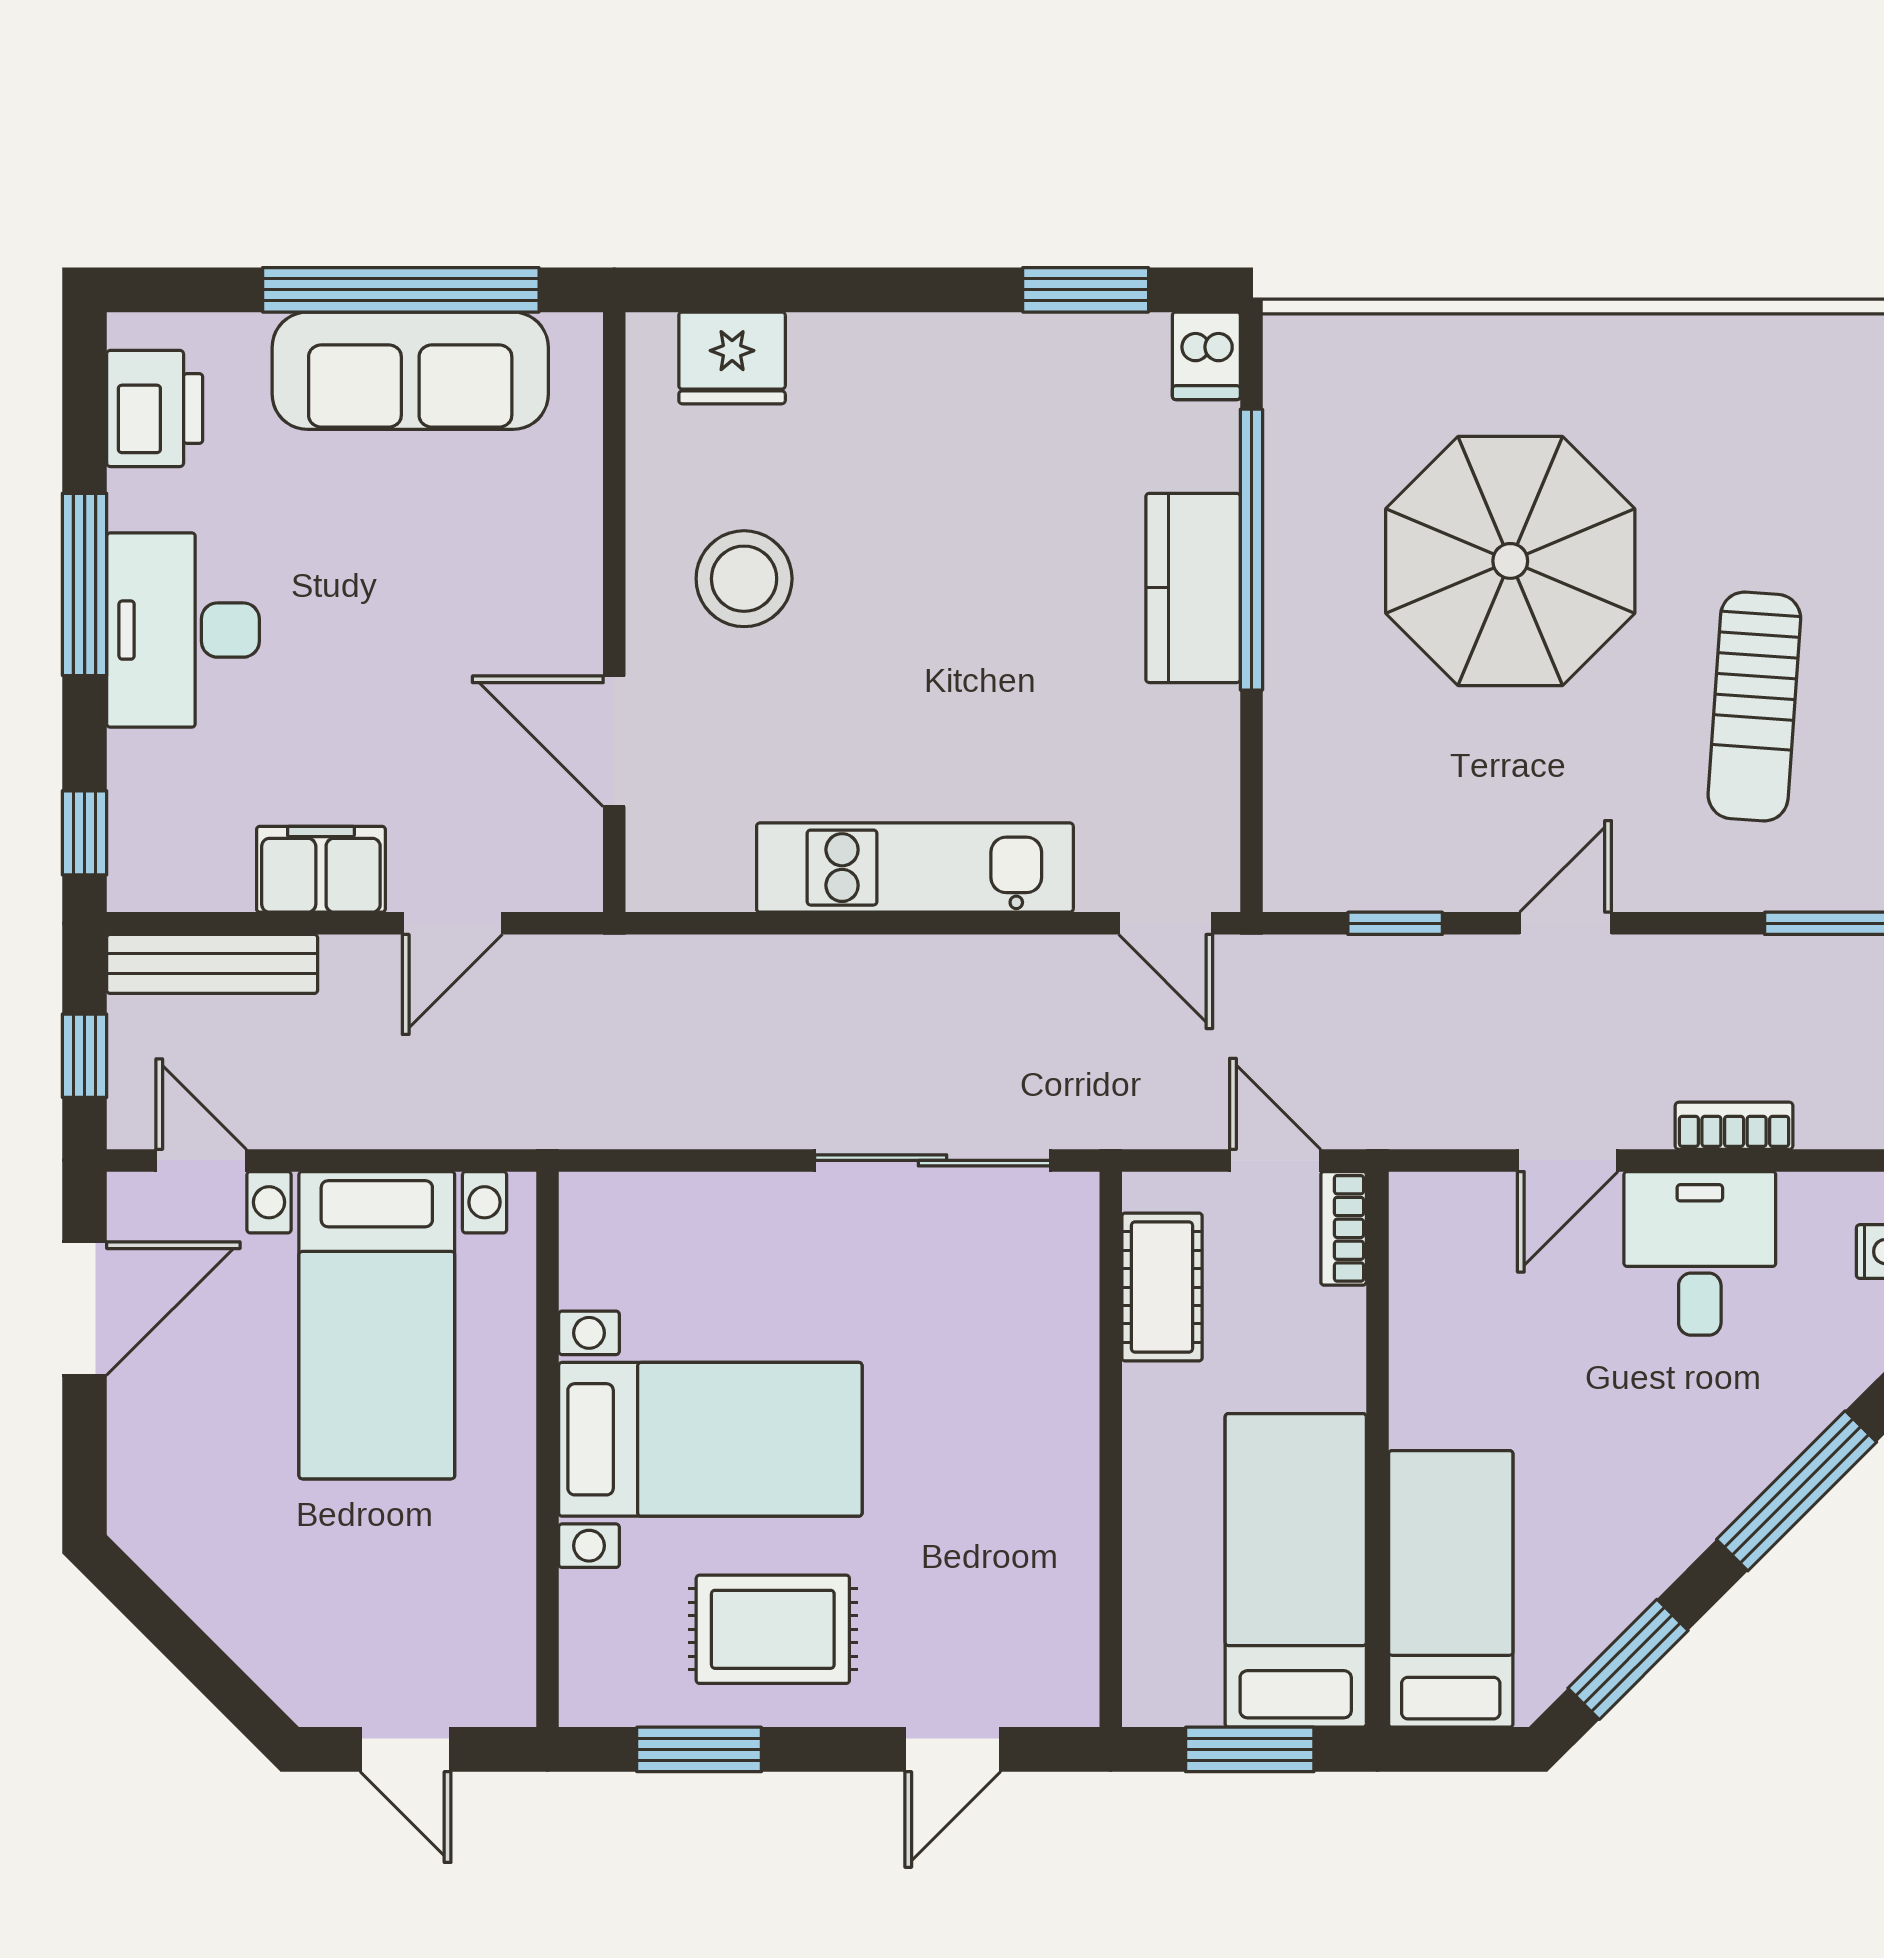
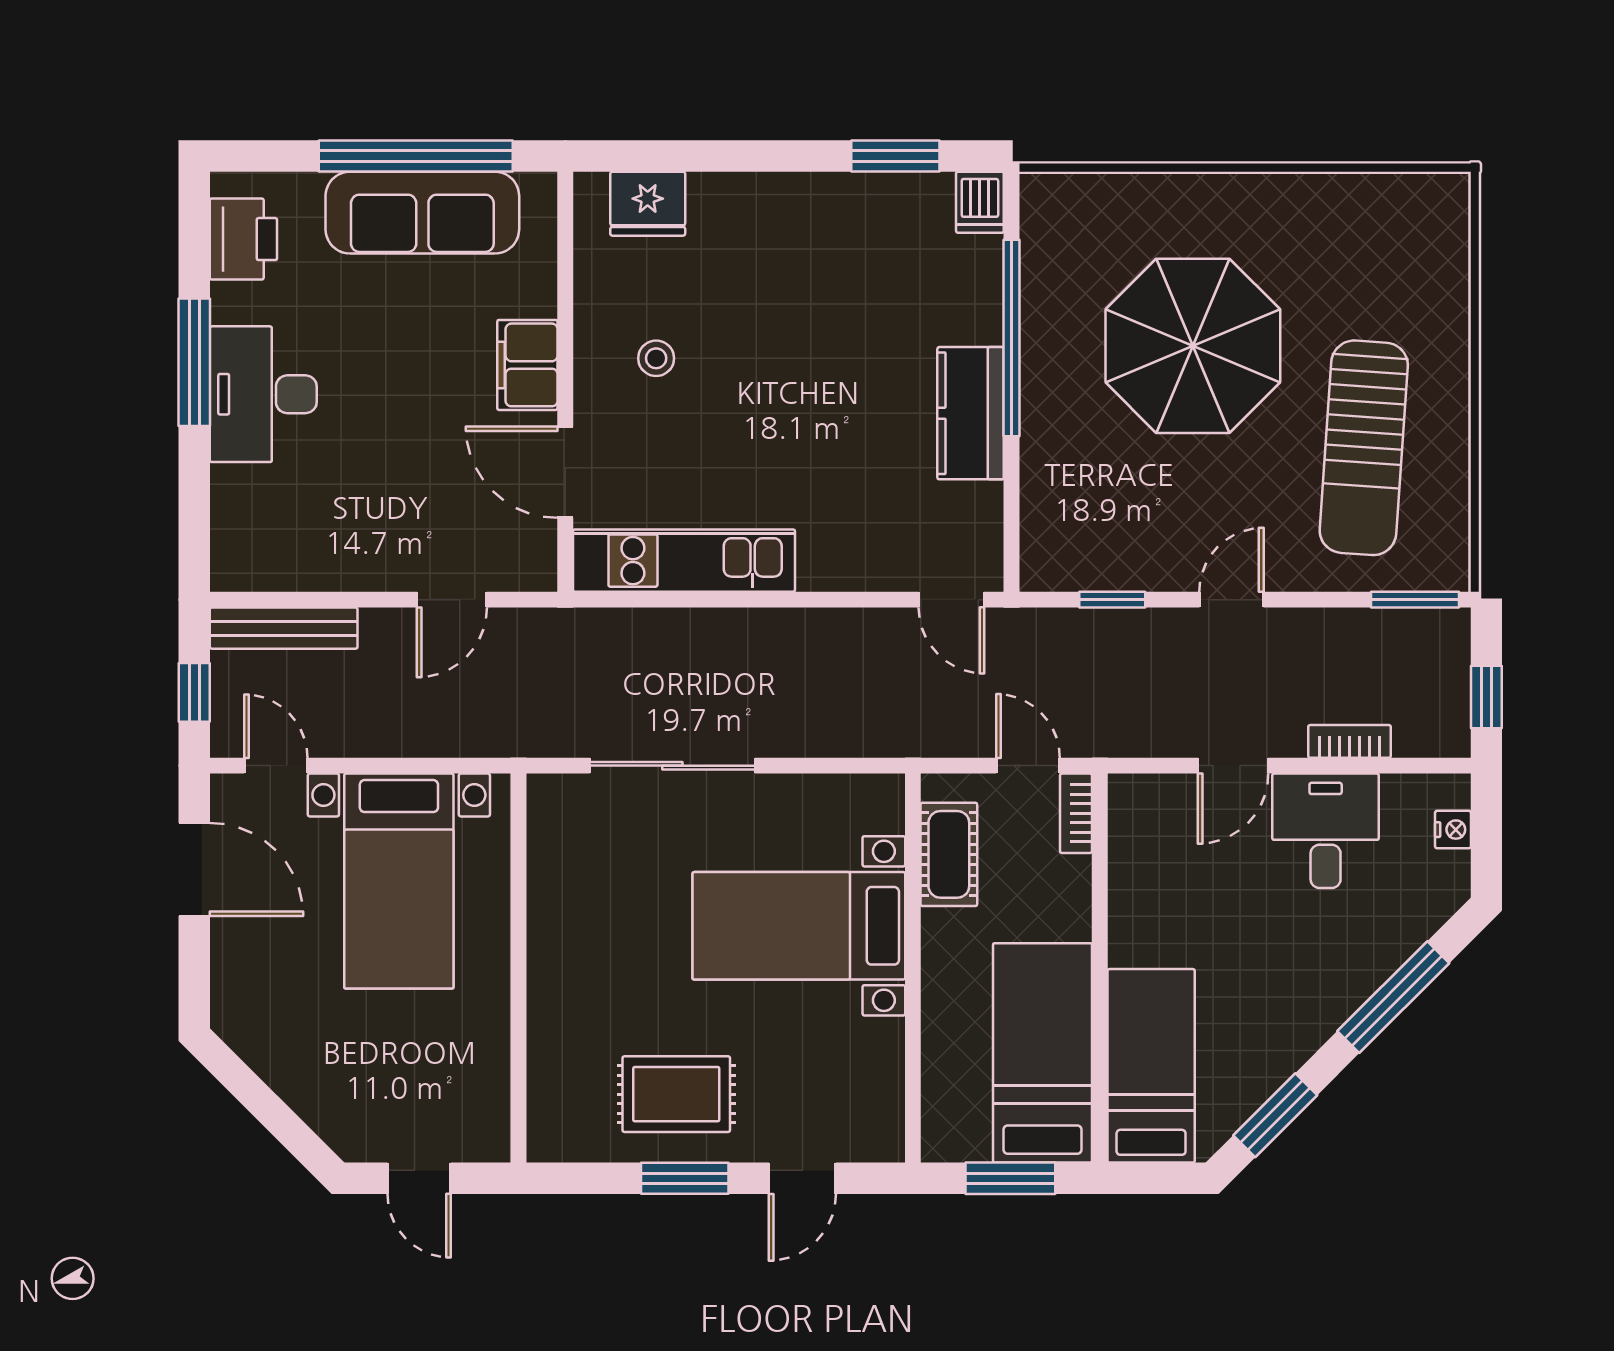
stool: (744, 579) -> (656, 358), width x0.53, depth x0.53
kitchen counter: (1193, 588) -> (971, 413), moved
sun lounger: (1754, 707) -> (1364, 448), width x1.36, depth x1.34
window: (85, 833) -> (194, 536), removed
kitchen unit: (915, 868) -> (684, 561), moved
filing cabinet: (321, 869) -> (527, 365), moved, turned -90
sliding door: (933, 1160) -> (672, 766), moved
door: (85, 1309) -> (194, 869), hinge flipped
bed with nightstands: (710, 1439) -> (799, 926), moved, turned 180
window: (699, 1749) -> (685, 1178), moved

